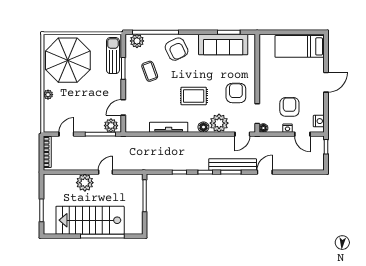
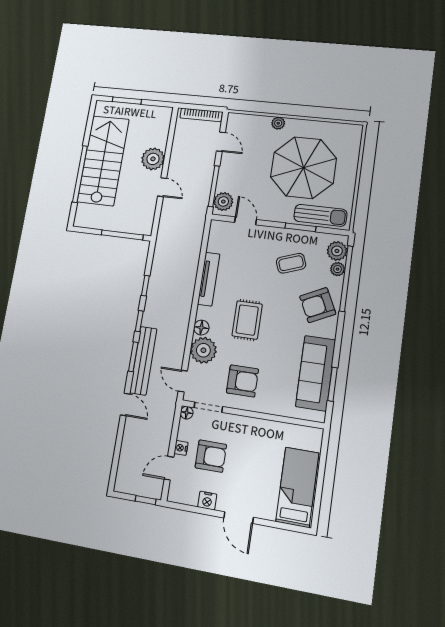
plant: (150, 39) -> (338, 269), added
parasol: (68, 60) -> (303, 168), moved
nightstand: (319, 121) -> (207, 501), moved

